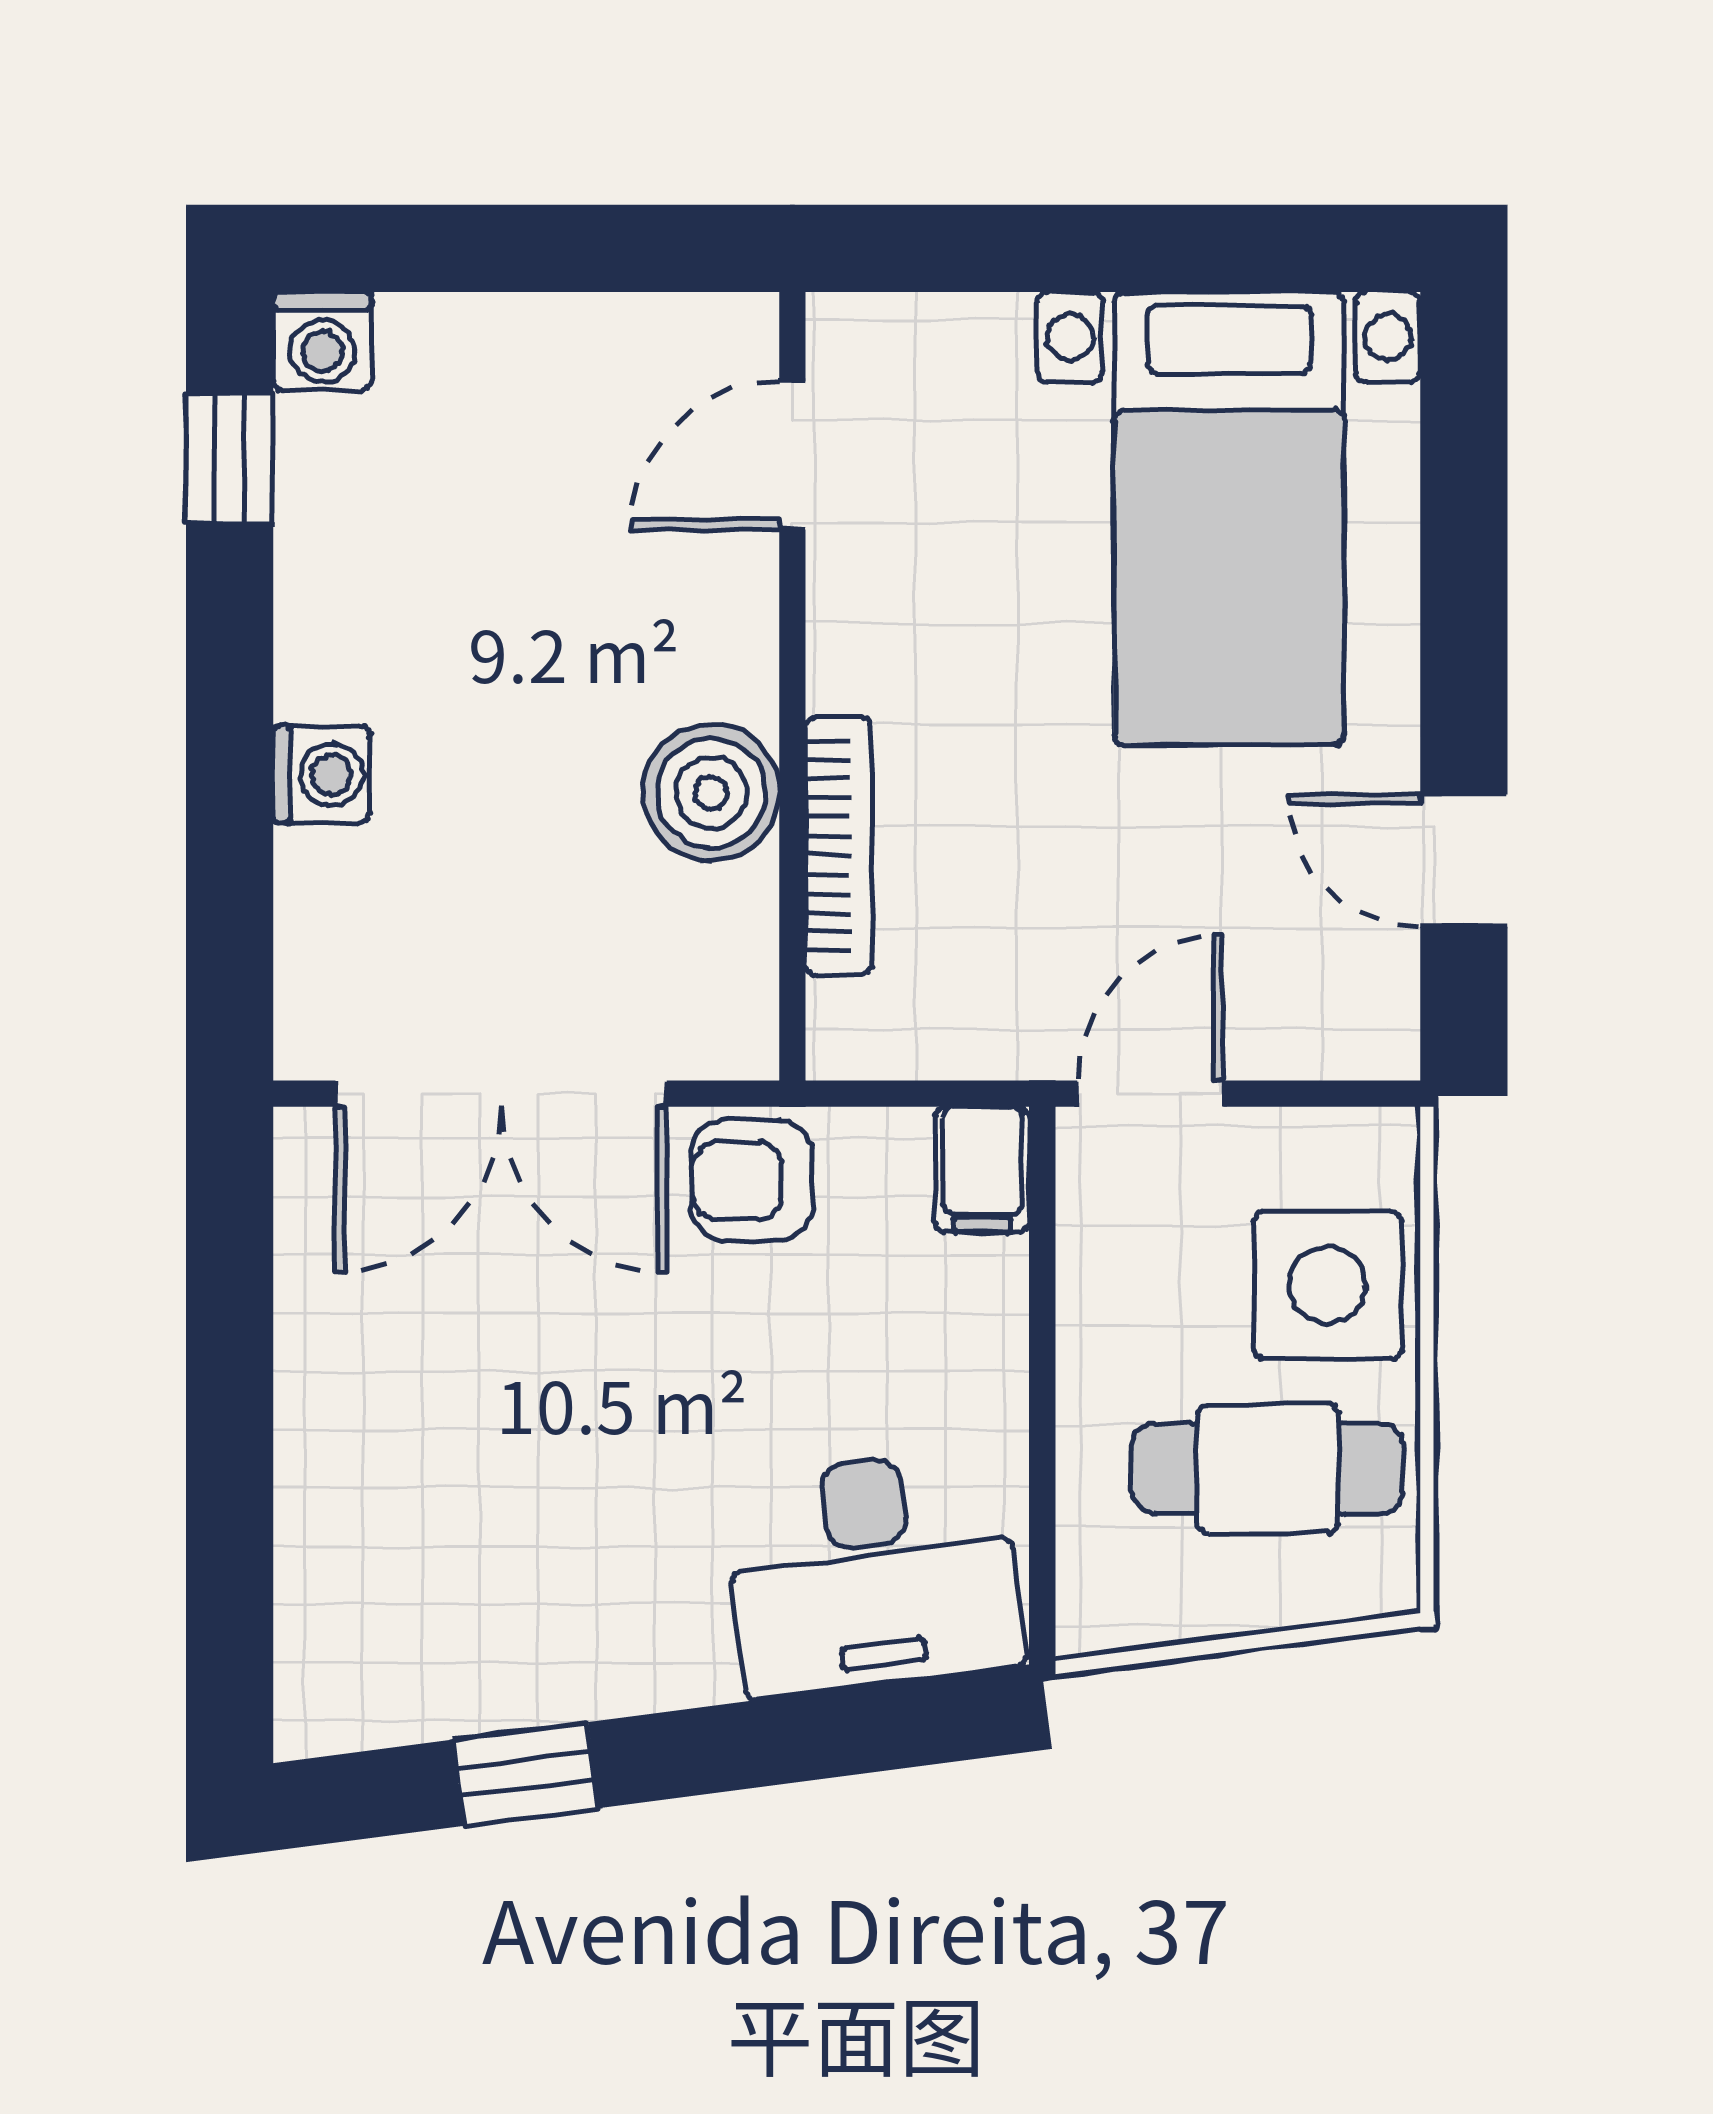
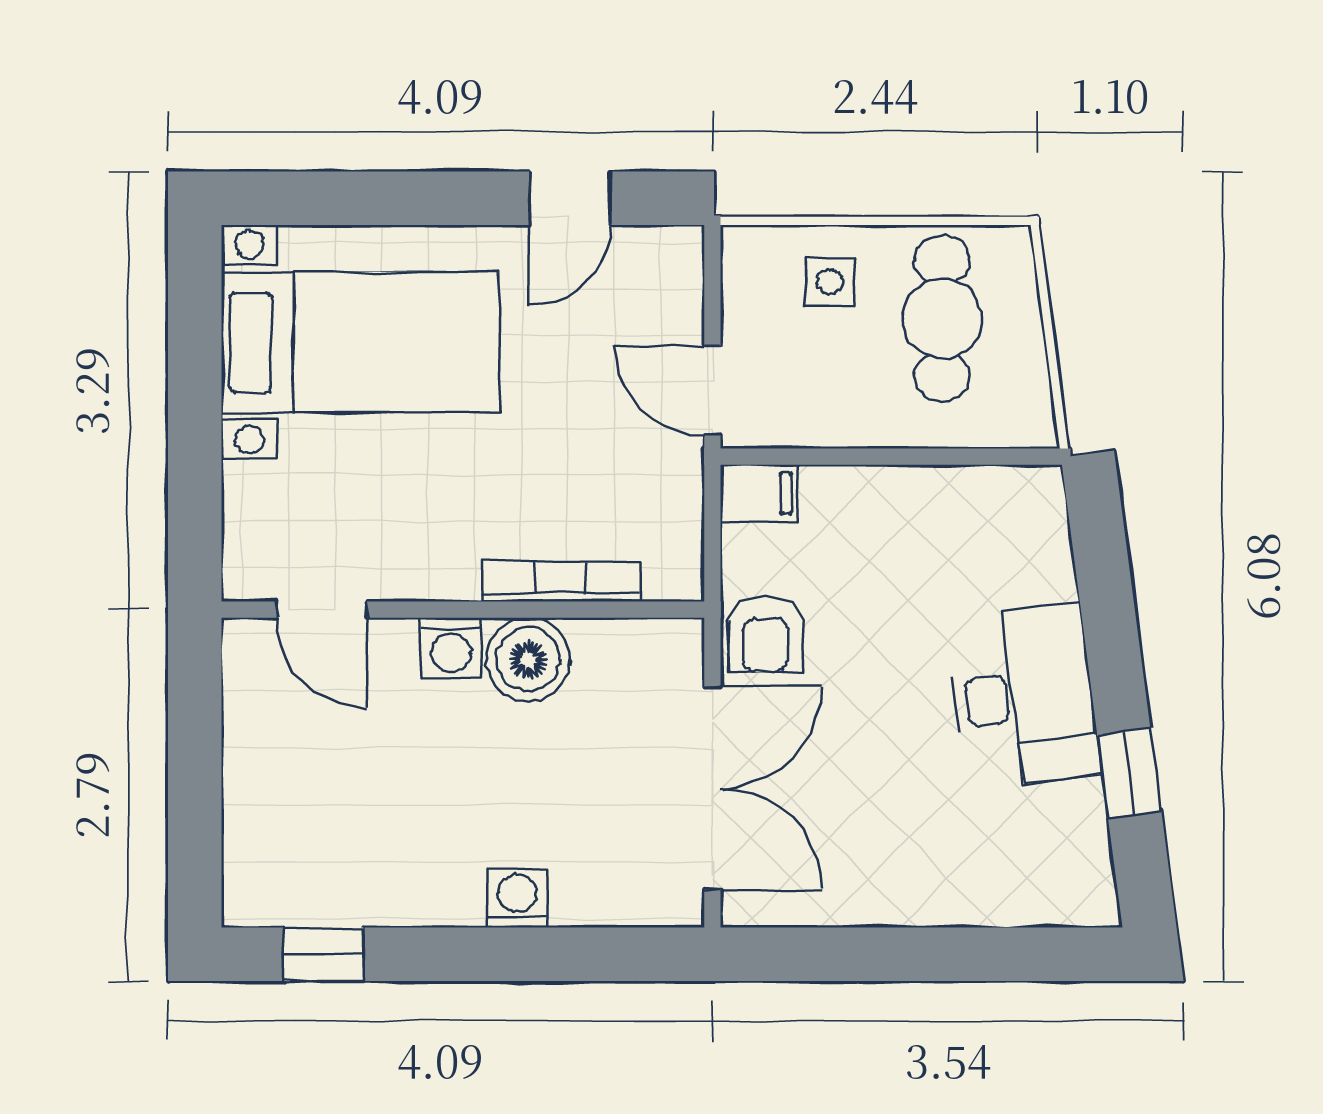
washing machine: (322, 341) -> (451, 648), moved, turned 90
side table: (1327, 1285) -> (830, 282), width x0.54, depth x0.54
desk: (873, 1572) -> (1024, 697), moved

